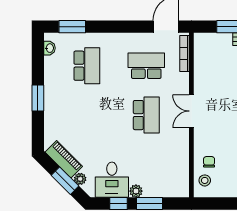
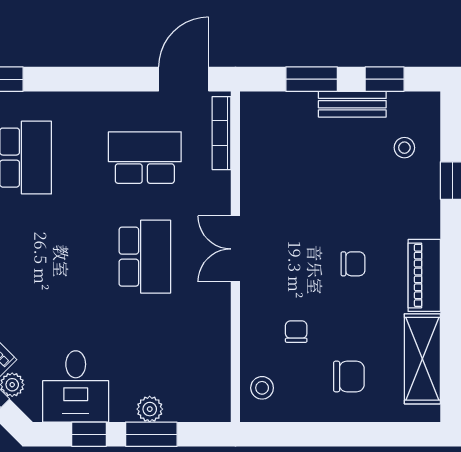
chair: (209, 162) -> (296, 332), moved
plant: (136, 191) -> (150, 409), moved

